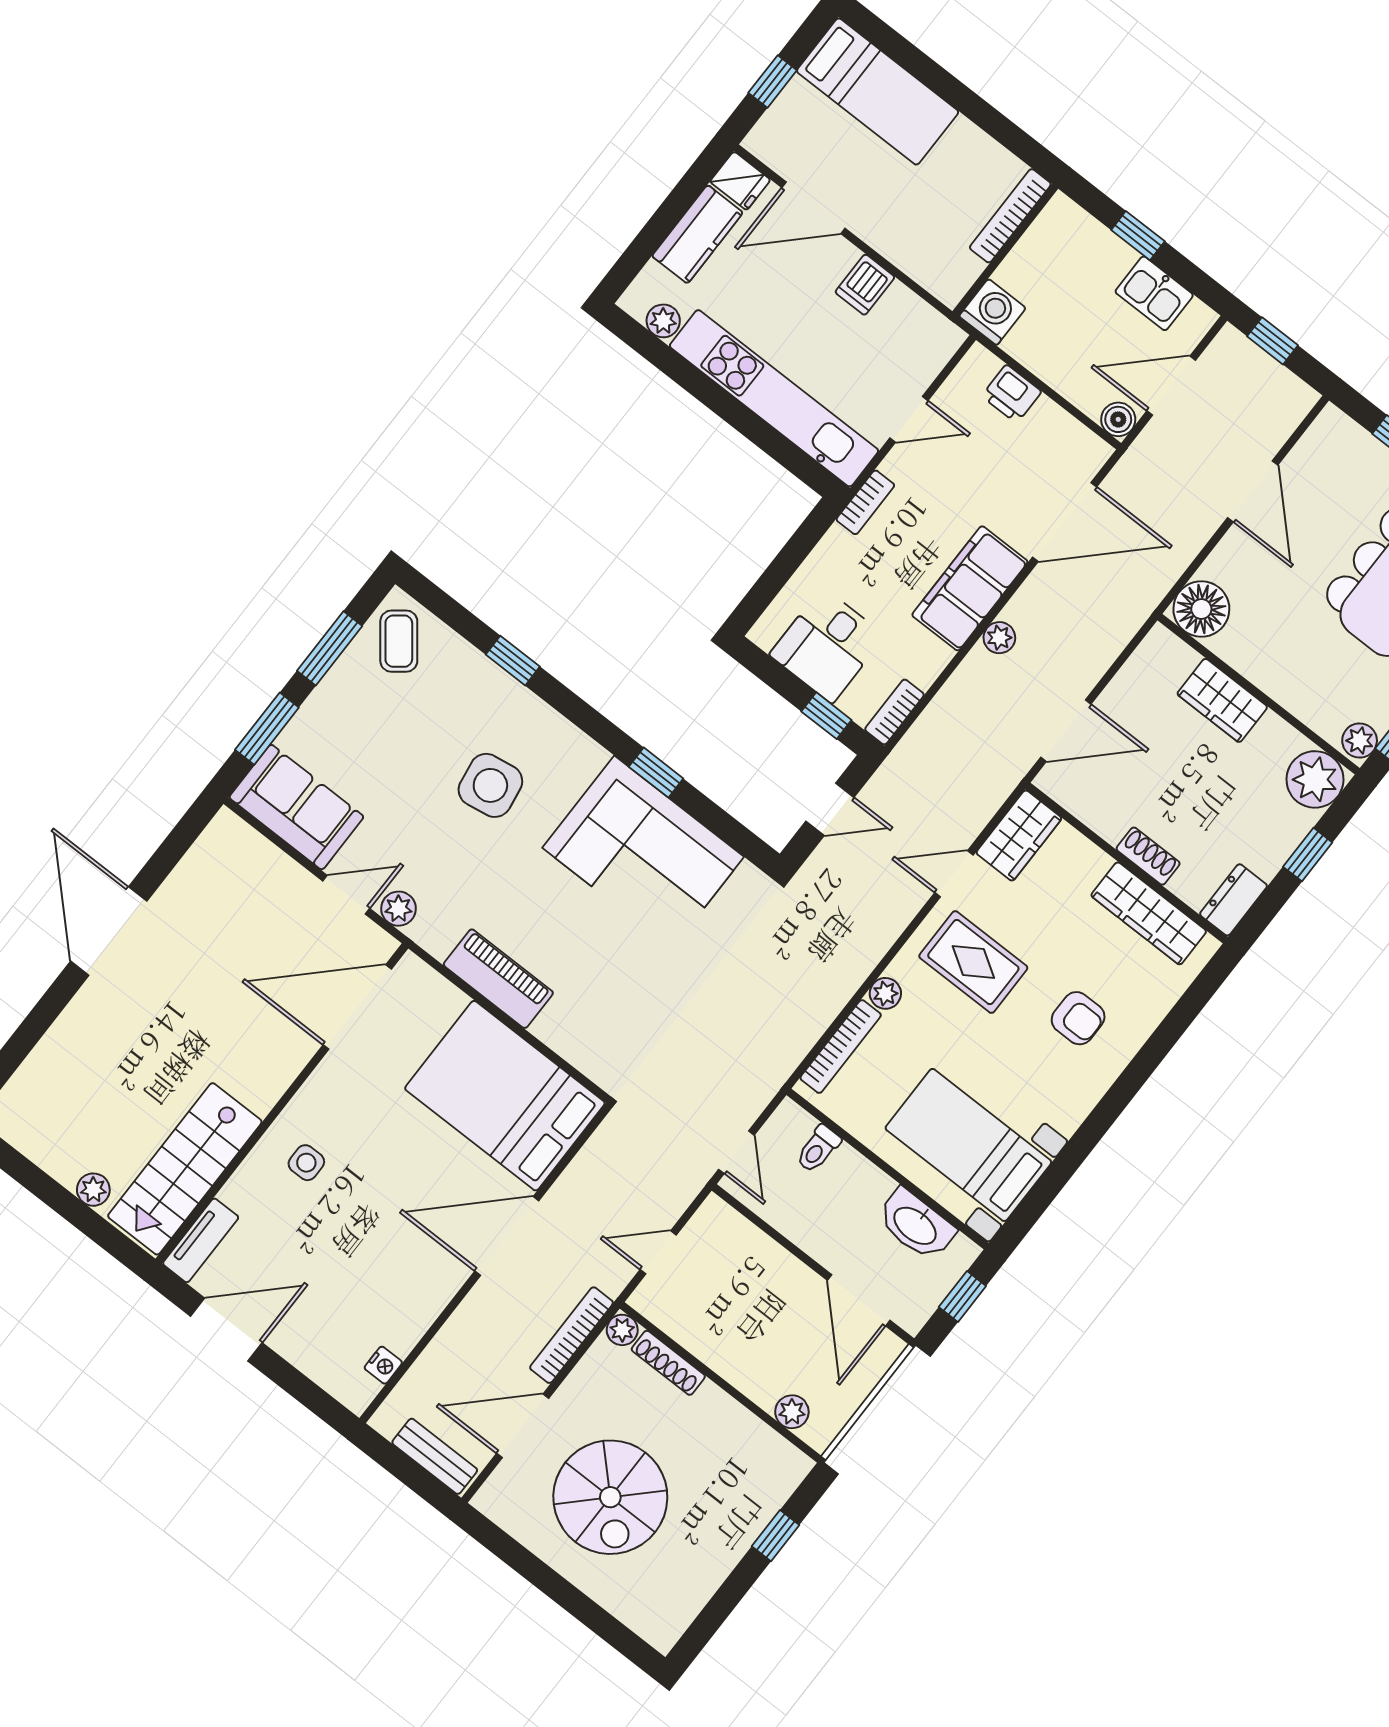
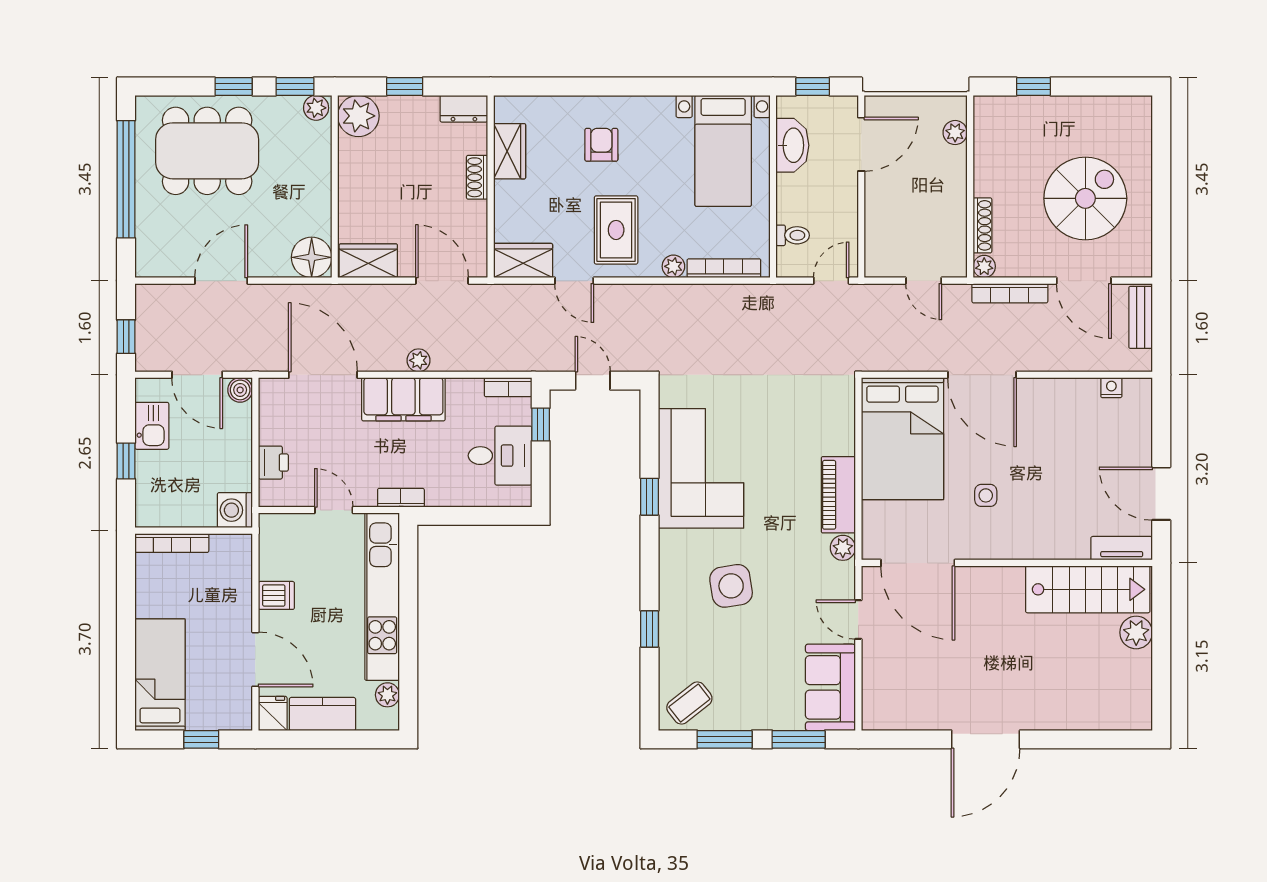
wardrobe: (1222, 700) -> (368, 261), moved, turned -90
plant: (399, 909) -> (843, 548), moved
wardrobe: (1149, 913) -> (510, 151), width x0.67
side table: (306, 1163) -> (986, 495), moved
plant: (93, 1190) -> (1136, 632), width x1.38, depth x1.38

